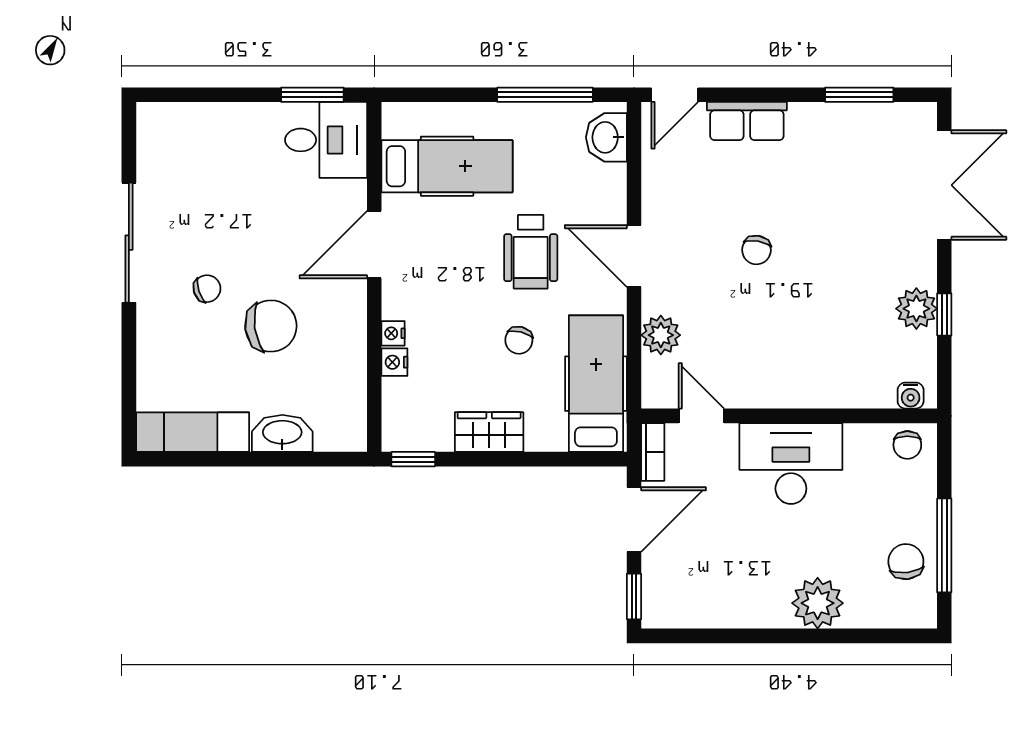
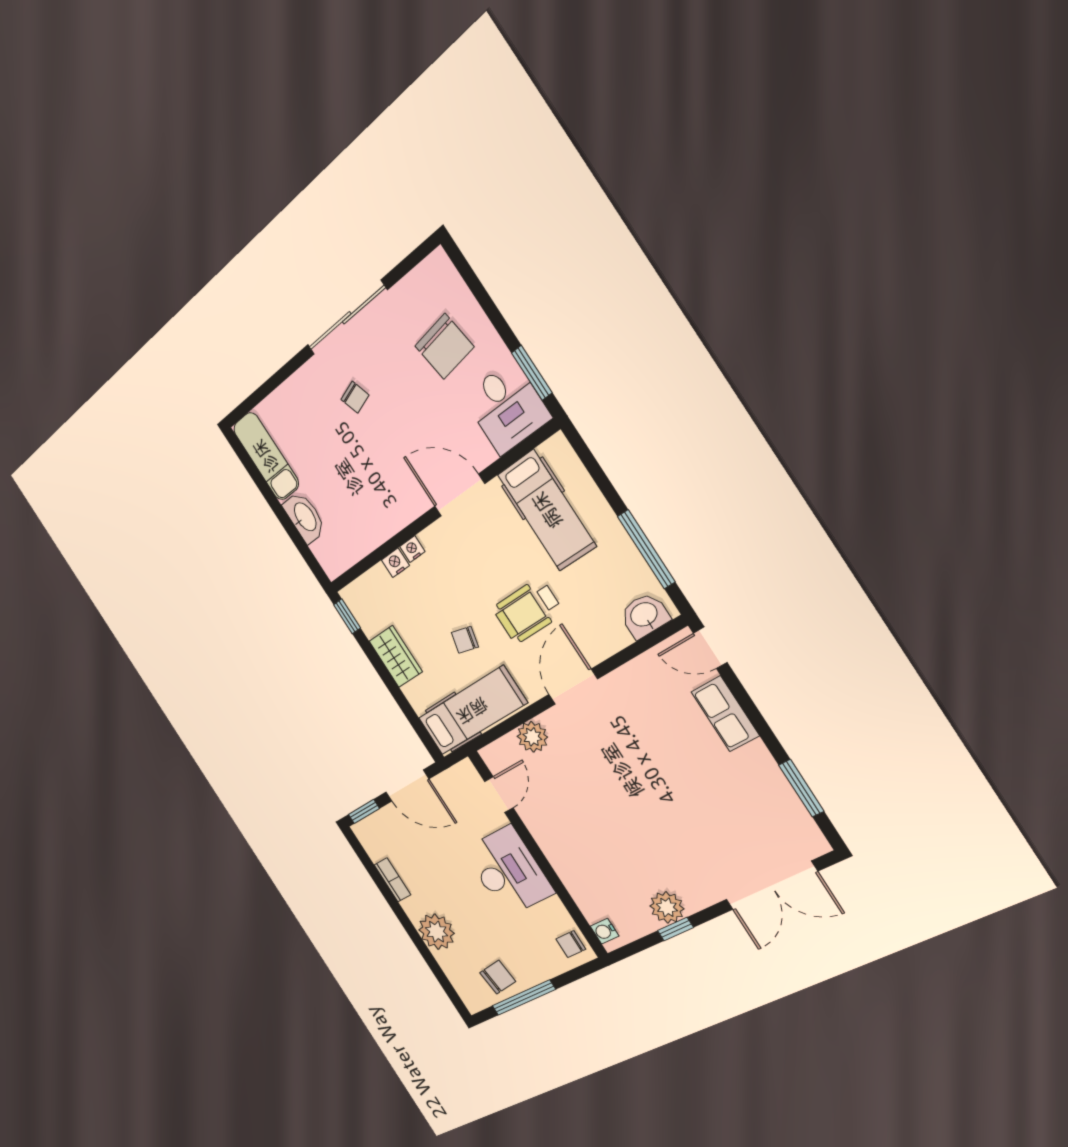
chair: (756, 250) -> (634, 772), removed
chair: (271, 326) -> (444, 346), moved
bookcase: (653, 452) -> (392, 880), moved, turned -90

